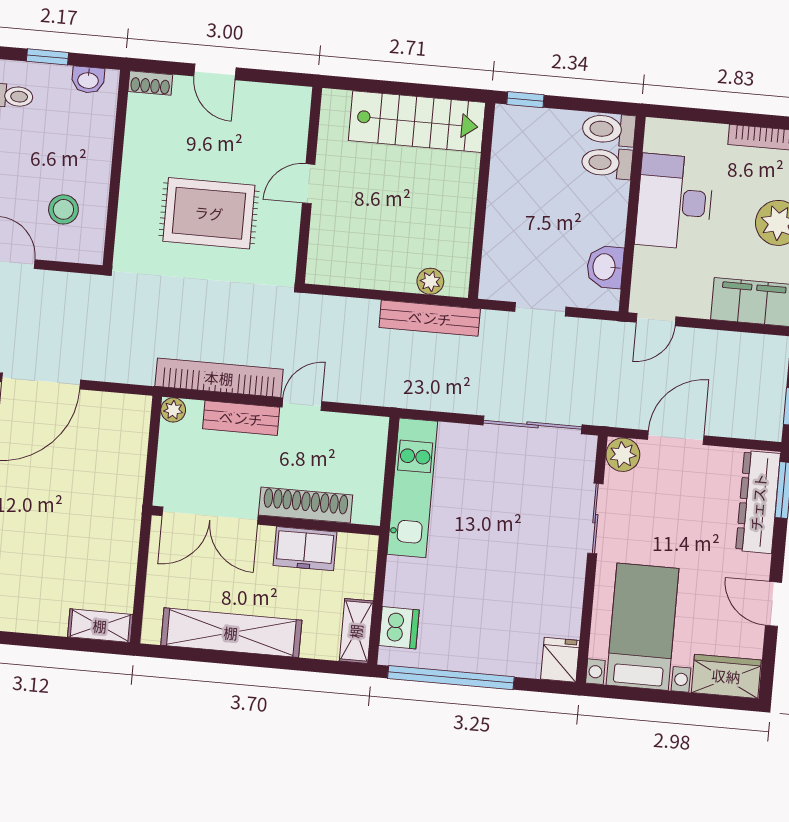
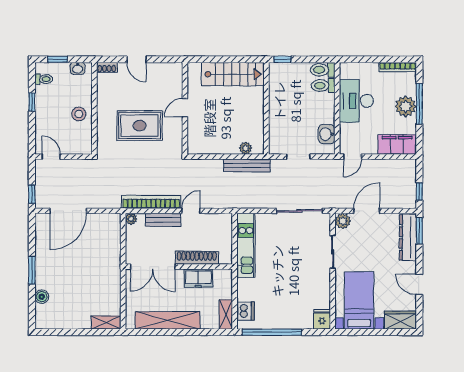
stool: (63, 209) -> (79, 114), moved

